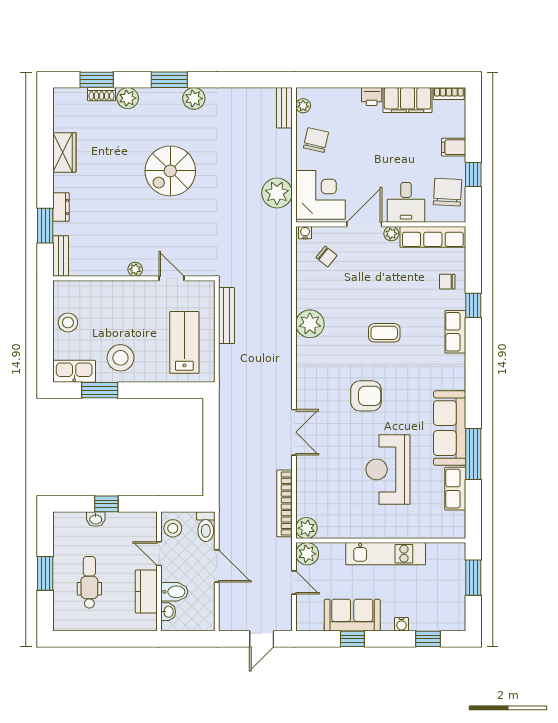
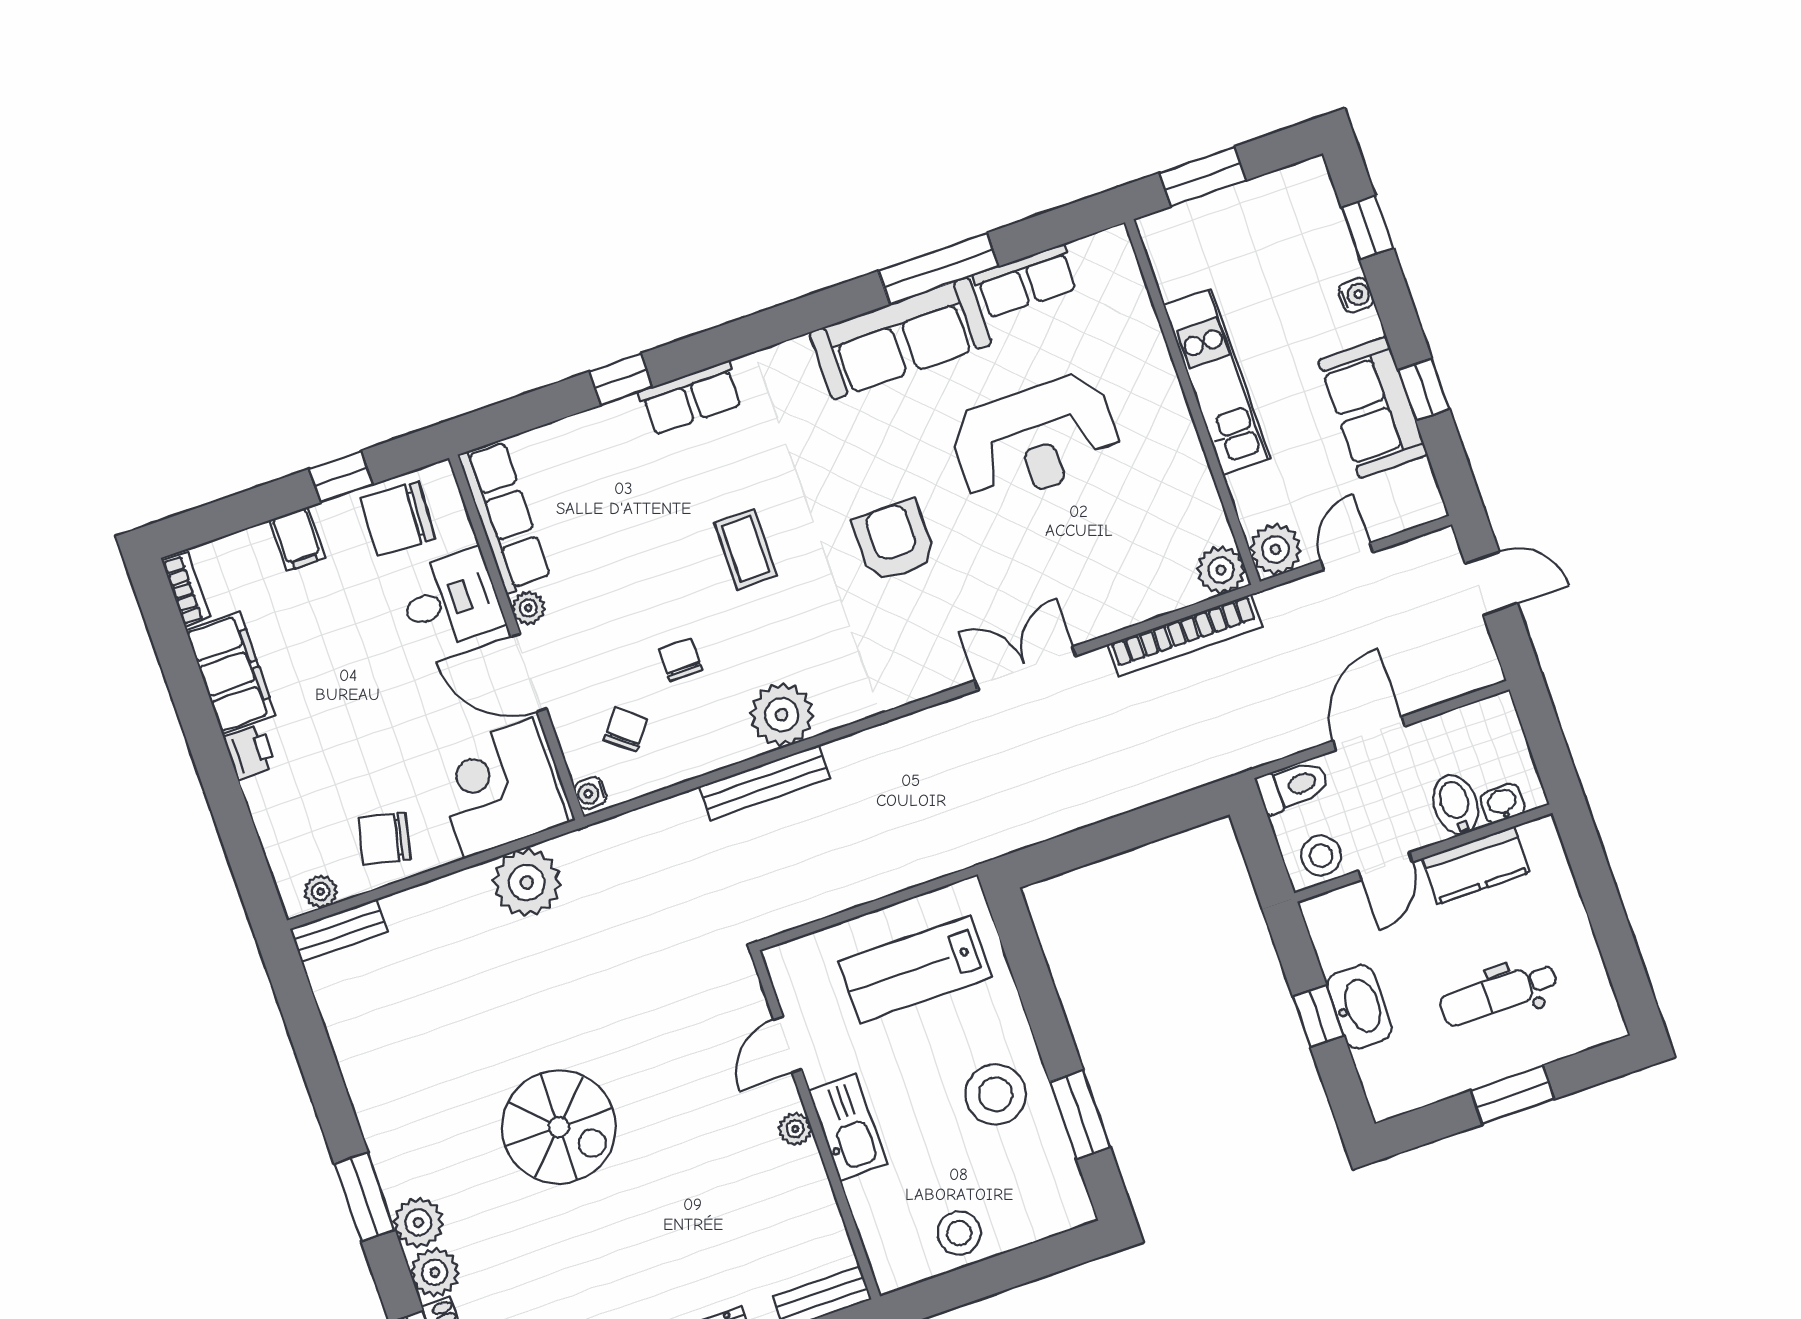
plant: (194, 98) -> (418, 1222), moved
chair: (447, 282) -> (681, 659), moved, turned 180
bench: (227, 316) -> (765, 783), moved
kitchen sink: (74, 371) -> (848, 1127), moved, turned 180
washbasin: (96, 519) -> (1359, 1007), width x1.91, depth x1.45

